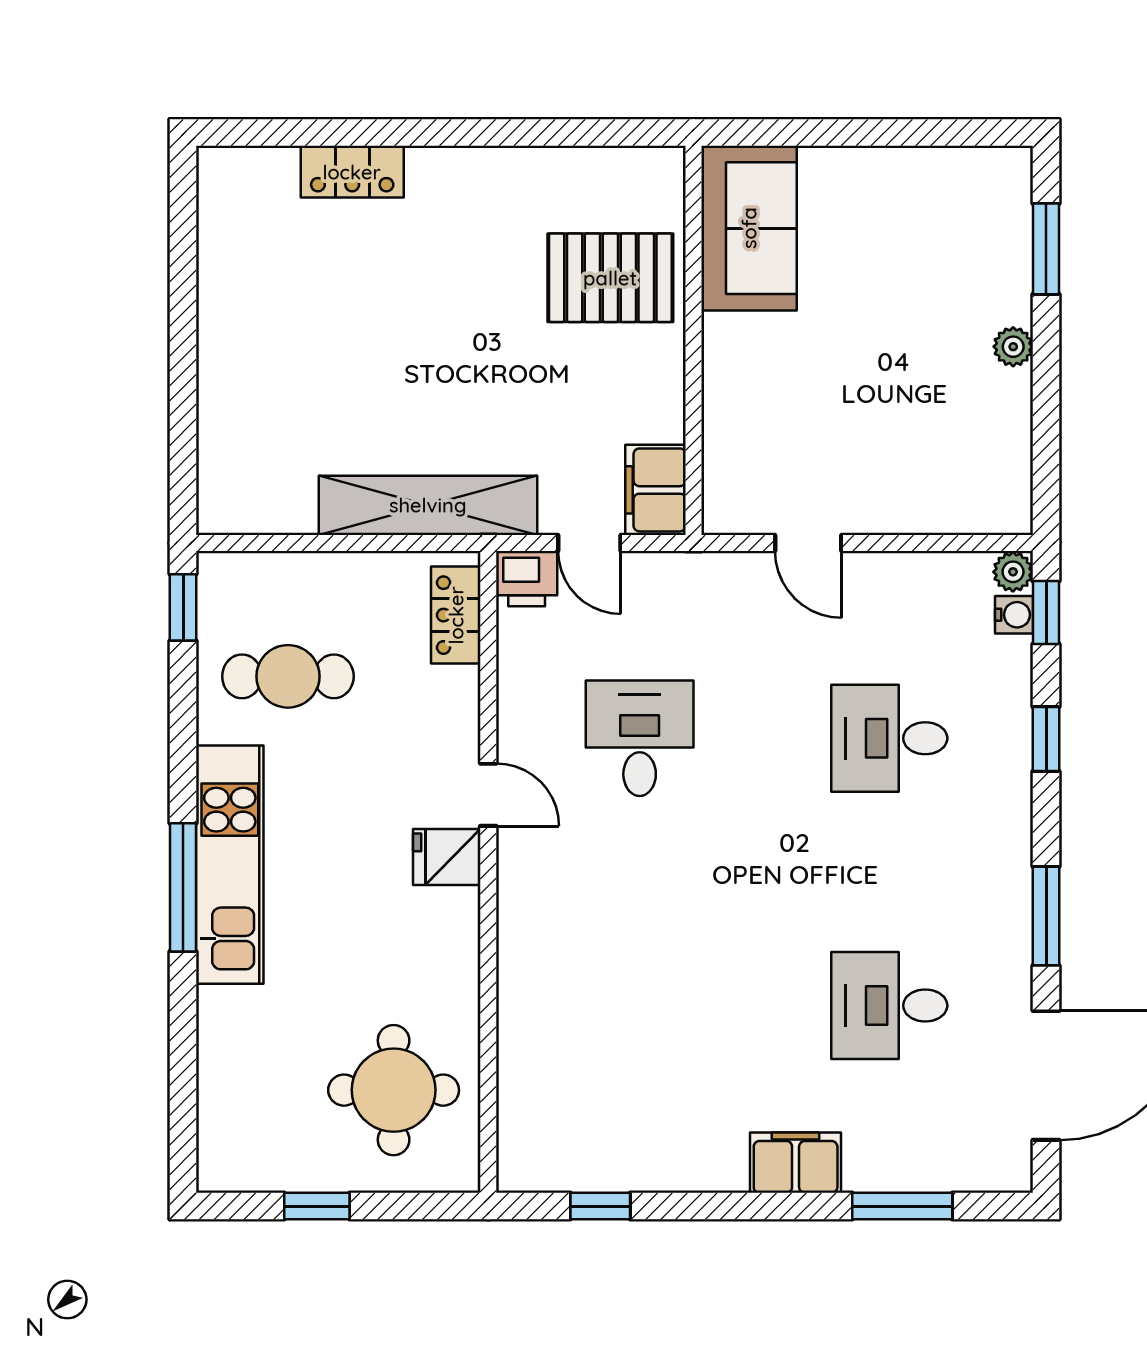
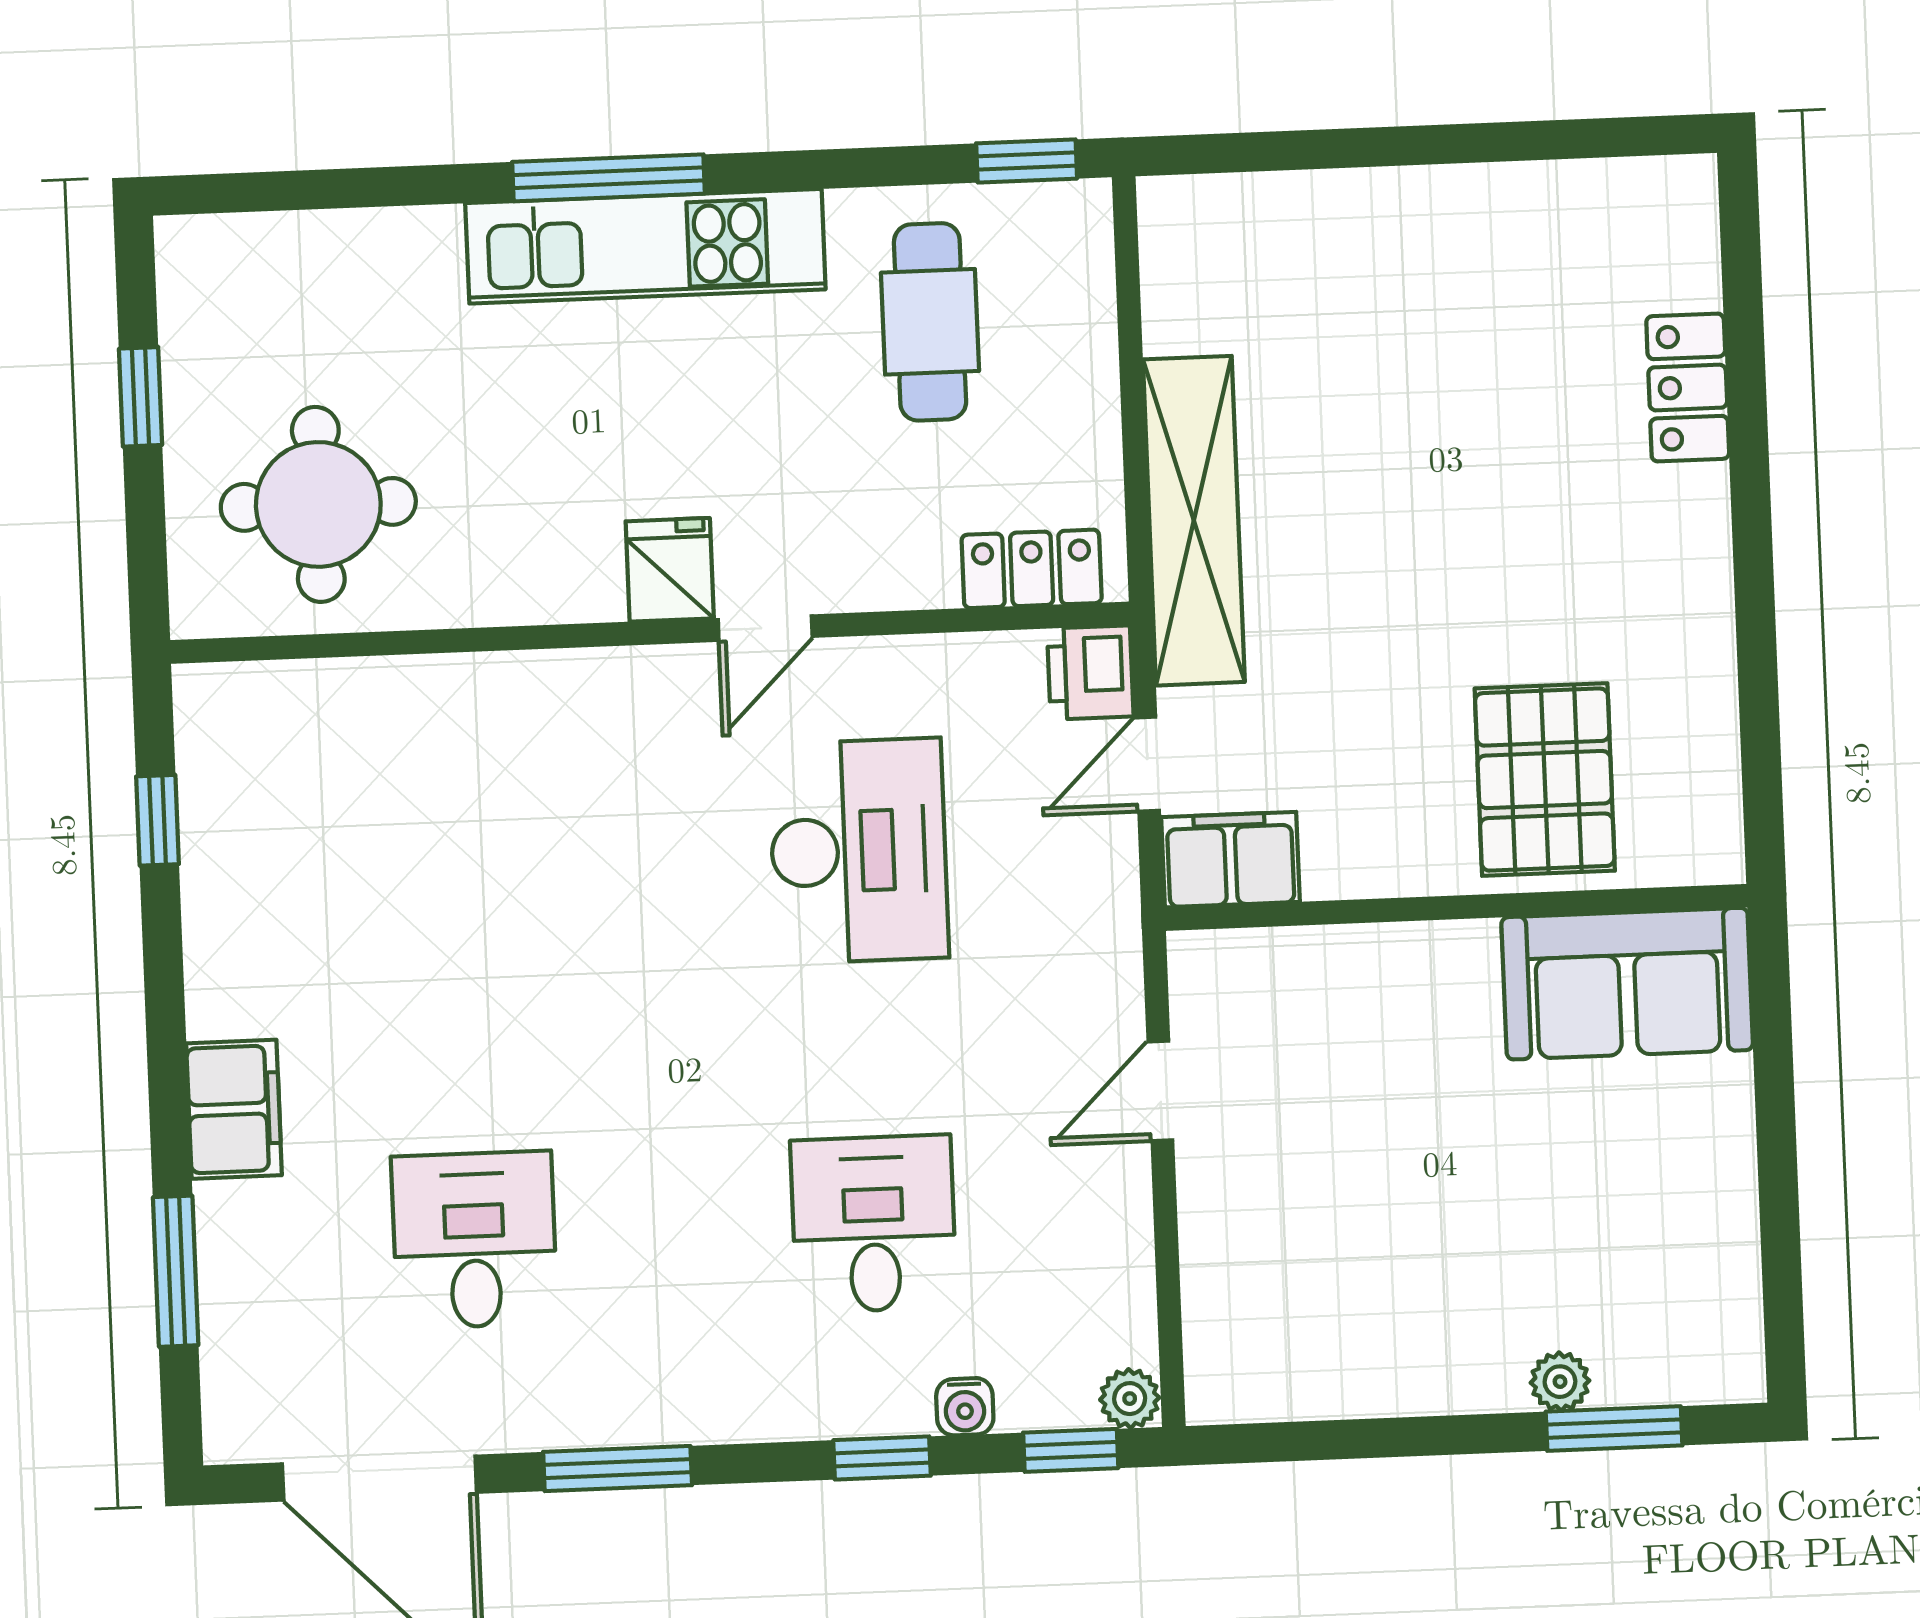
plant: (1013, 347) -> (1560, 1382), moved
water cooler: (1014, 615) -> (965, 1407), moved
desk: (640, 738) -> (859, 851), width x1.37

